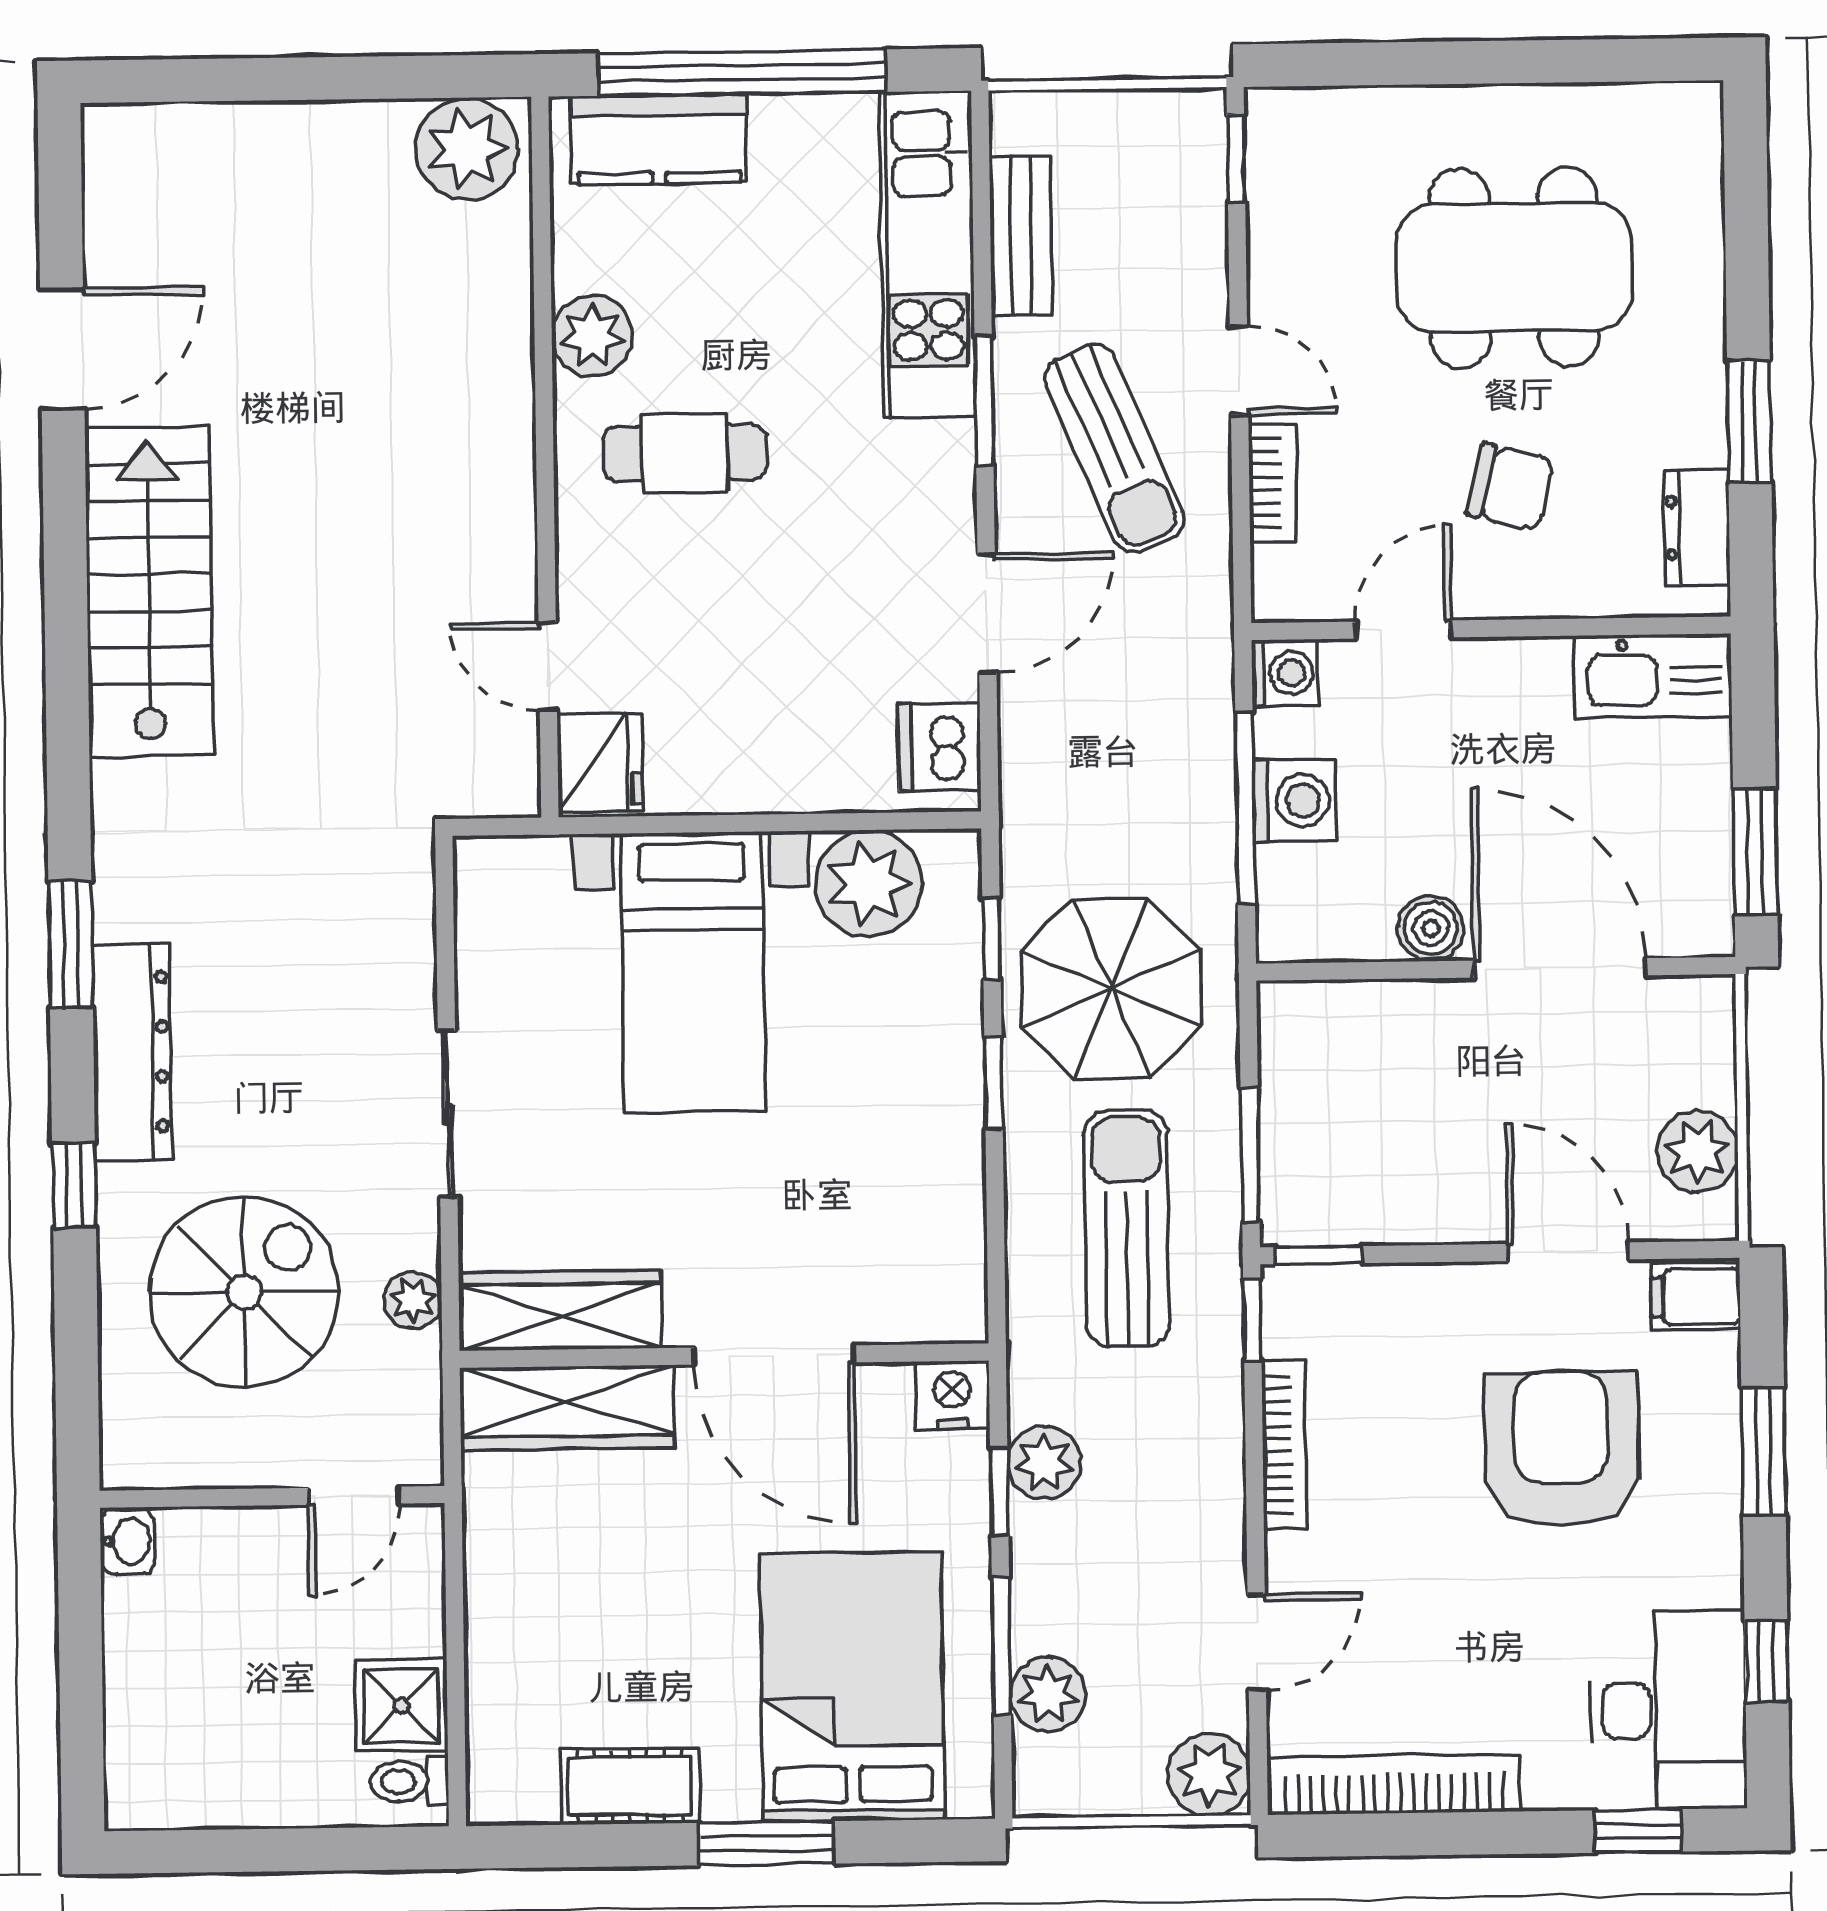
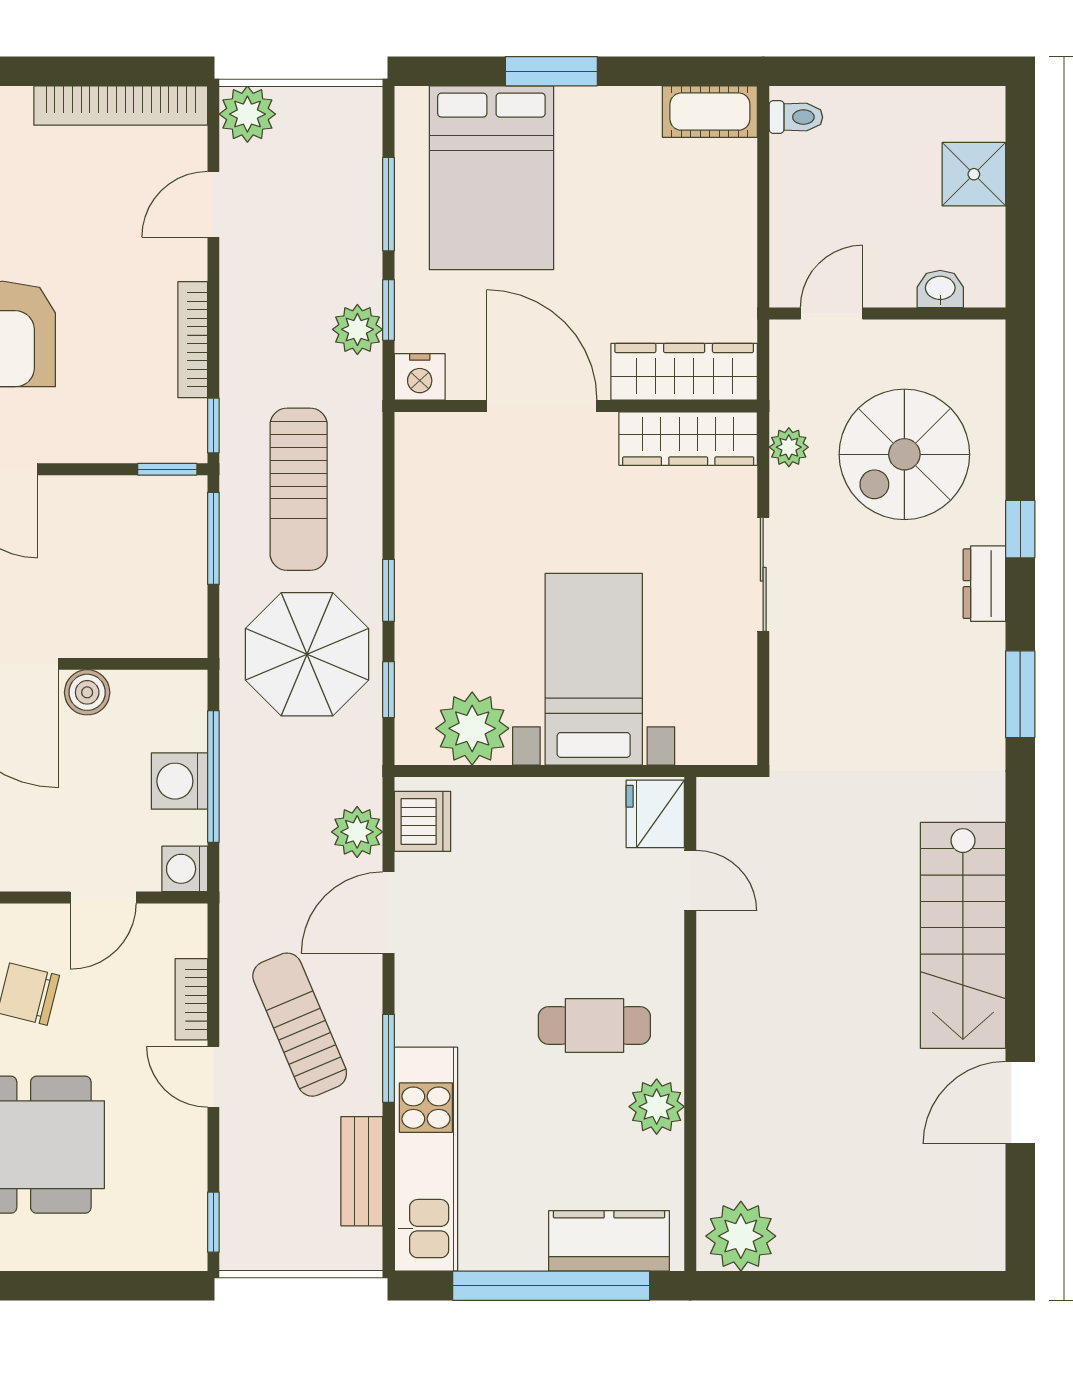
dresser: (132, 1052) -> (984, 584), width x0.51, depth x0.80
washbasin: (128, 1541) -> (940, 289), moved, turned 90
plant: (1048, 1694) -> (357, 832), moved
shower: (401, 1706) -> (974, 174), moved
cot: (630, 1786) -> (710, 112), moved

